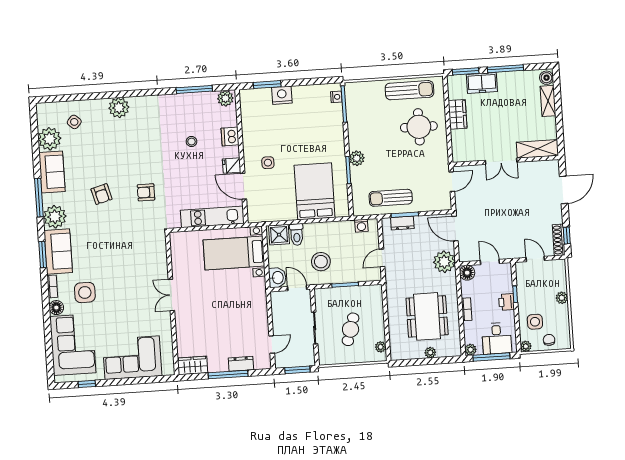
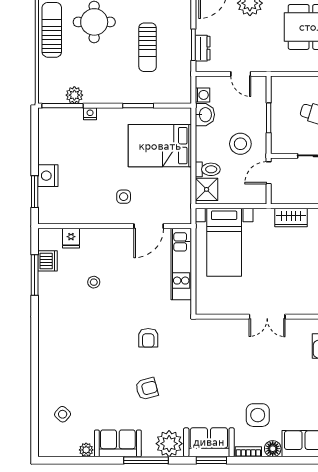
nightstand: (336, 97) -> (90, 114), moved
plant: (225, 98) -> (47, 240), removed
plant: (119, 108) -> (50, 362), removed
dishwasher: (230, 136) -> (48, 261), moved, turned -90
plant: (50, 139) -> (86, 450), width x0.53, depth x0.53
plant: (357, 158) -> (74, 95), moved
fridge: (232, 166) -> (71, 238), moved
sun lounger: (391, 198) -> (148, 47), moved
washbasin: (277, 278) -> (205, 115), moved, turned 90
wardrobe: (259, 310) -> (291, 217), added

